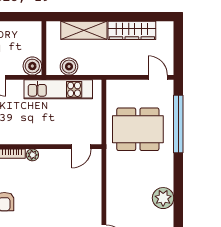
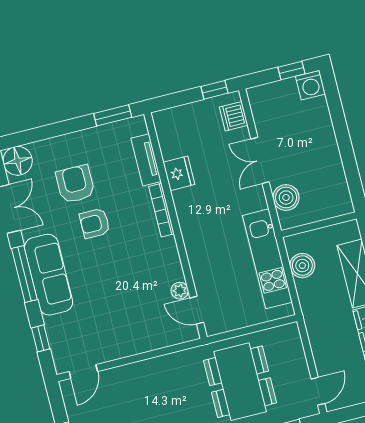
boiler: (32, 66) -> (286, 198), moved
plant: (32, 155) -> (180, 291), moved

